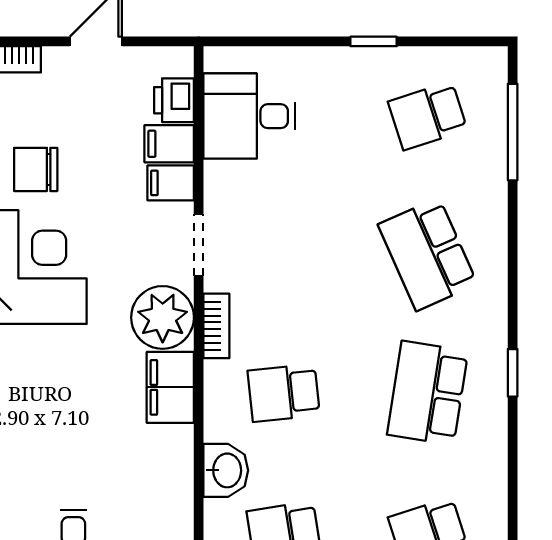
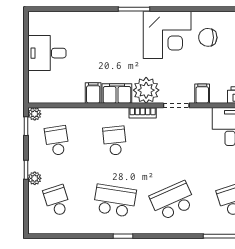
filing cabinet: (169, 144) -> (93, 93), moved
chair: (36, 169) -> (208, 37), turned -88
washbasin: (226, 470) -> (82, 117), removed

